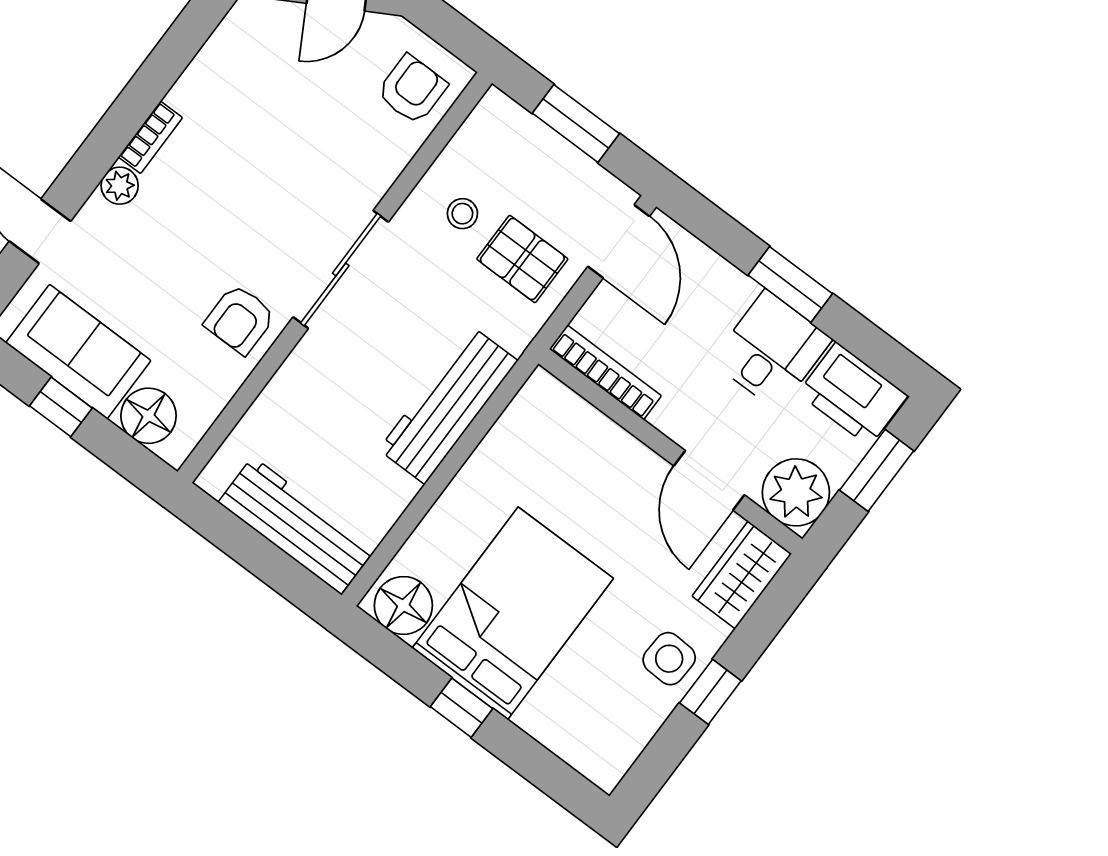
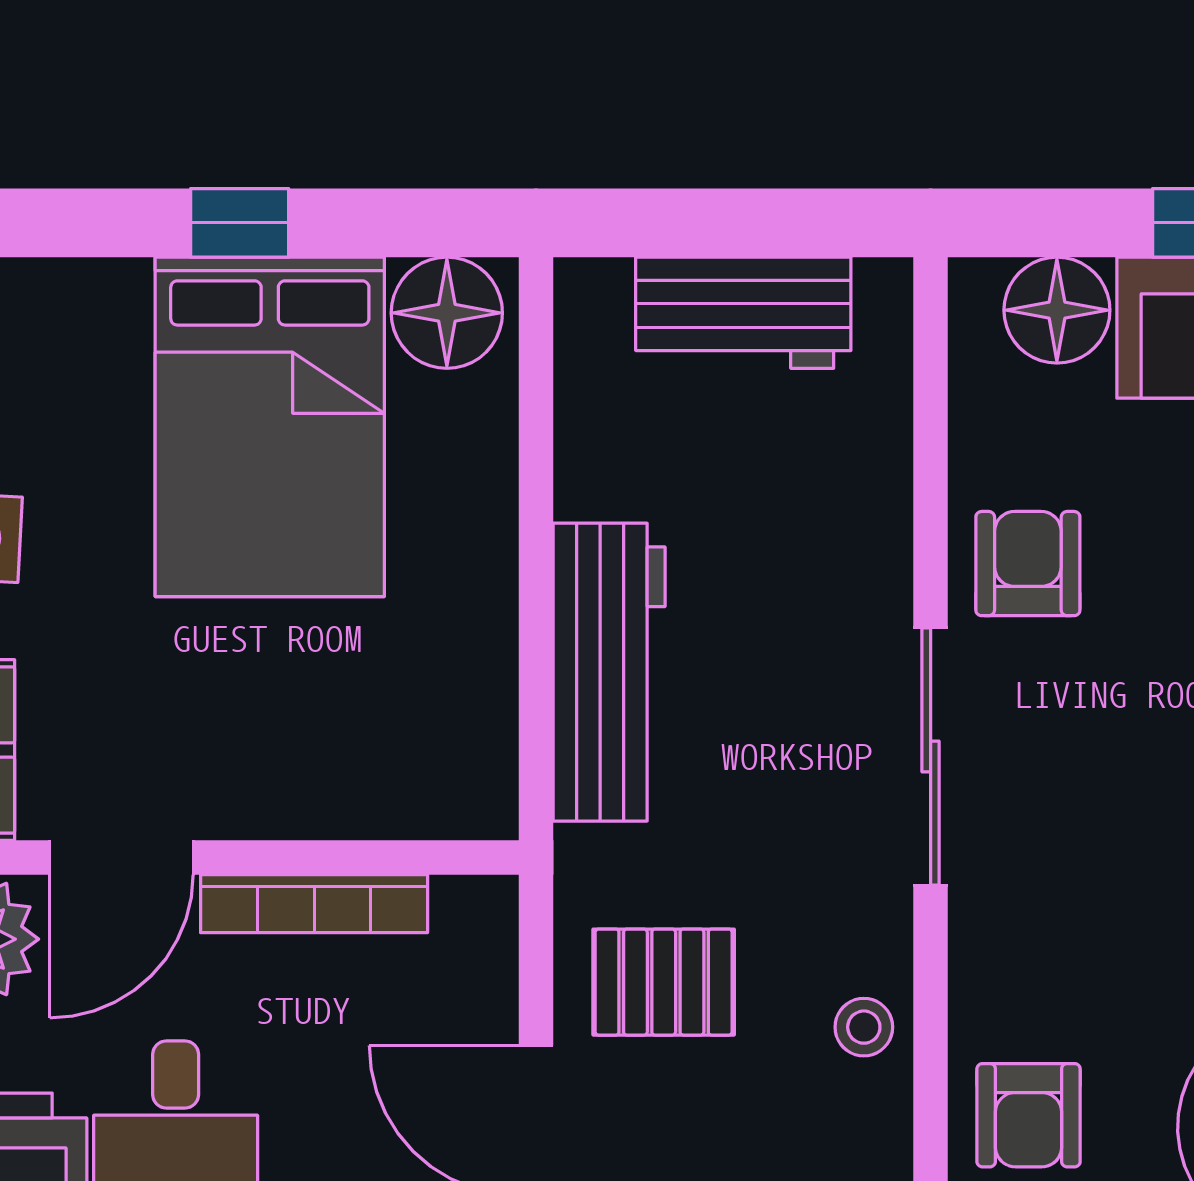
stool: (462, 214) -> (864, 1027), moved
bookcase: (605, 372) -> (314, 904), moved
door: (709, 480) -> (121, 857), swing flipped
workbench: (297, 525) -> (743, 313), width x0.73

